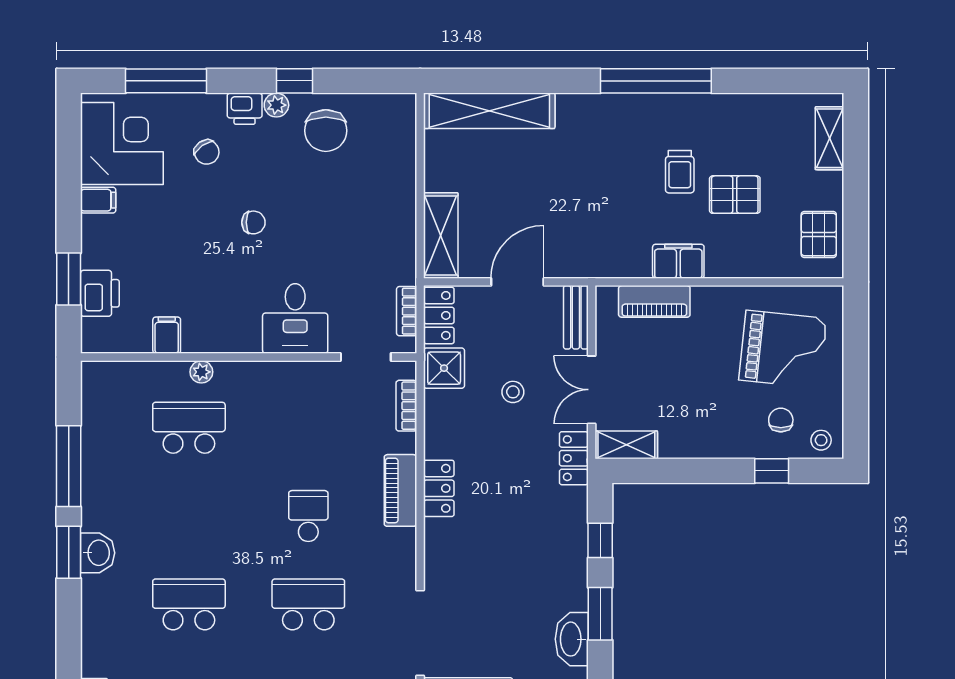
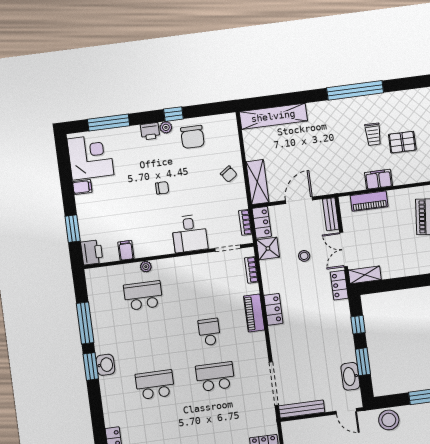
chair: (207, 152) -> (229, 174), moved
printer: (100, 293) -> (92, 252), moved

